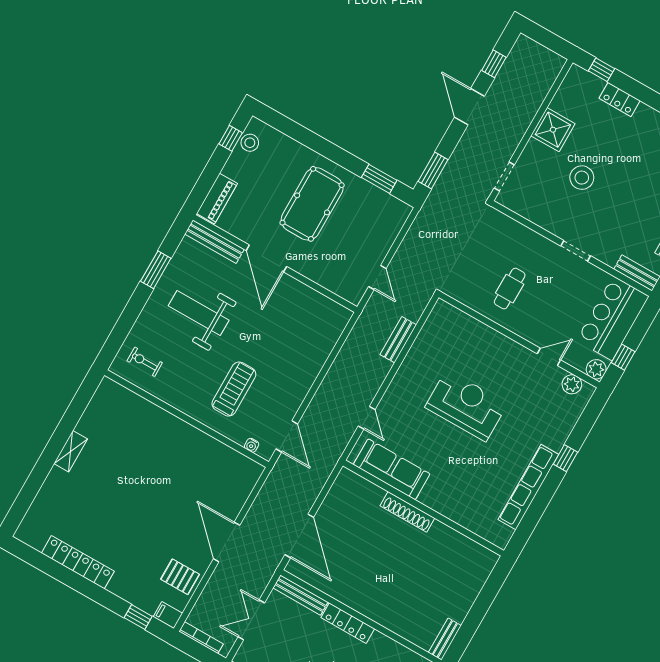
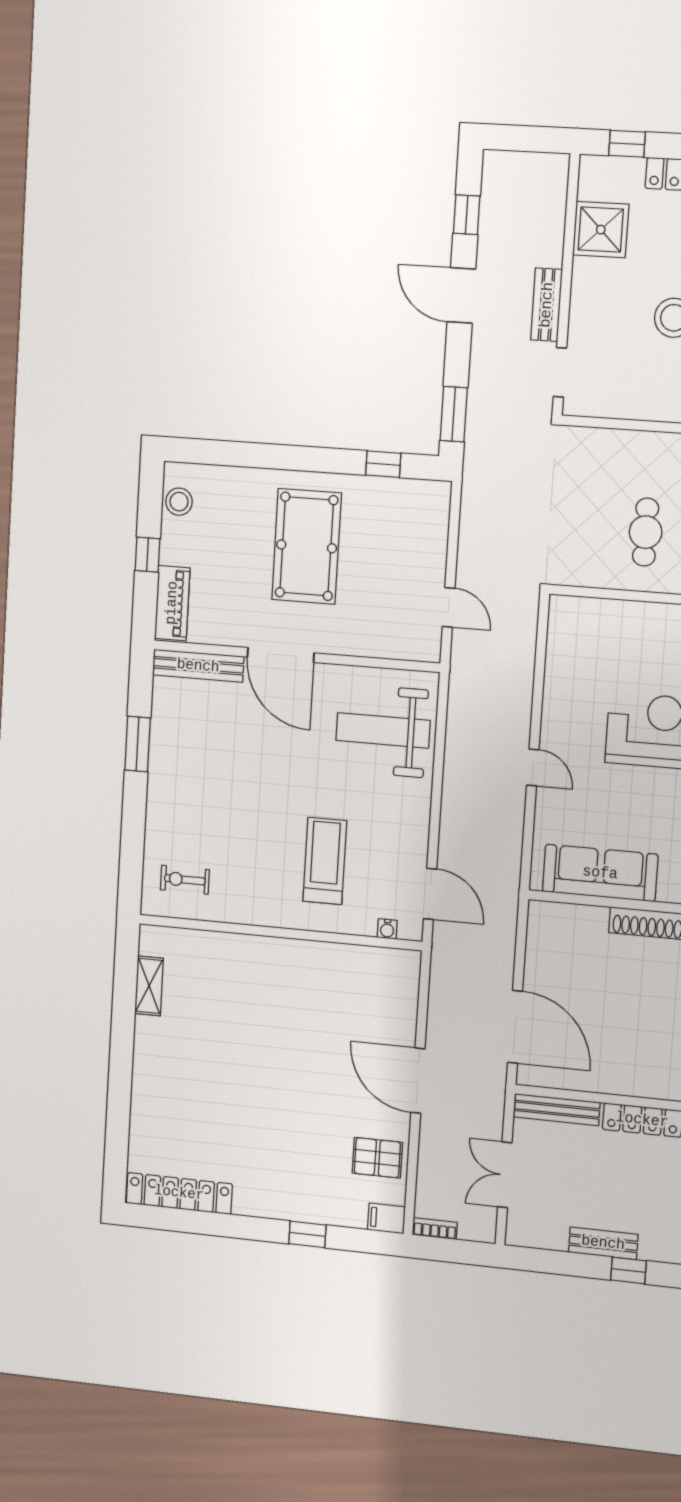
shower: (553, 130) -> (601, 230), moved
window: (231, 138) -> (147, 555), moved
window: (379, 179) -> (383, 464), width x0.67
weight bench: (199, 313) -> (383, 730), moved
bench: (398, 340) -> (547, 305), moved
door: (367, 418) -> (533, 768), moved
shelving: (71, 451) -> (149, 986), moved
locker: (78, 562) -> (179, 1193), moved
window: (138, 617) -> (307, 1234), moved
bookcase: (201, 638) -> (435, 1229), width x0.64

